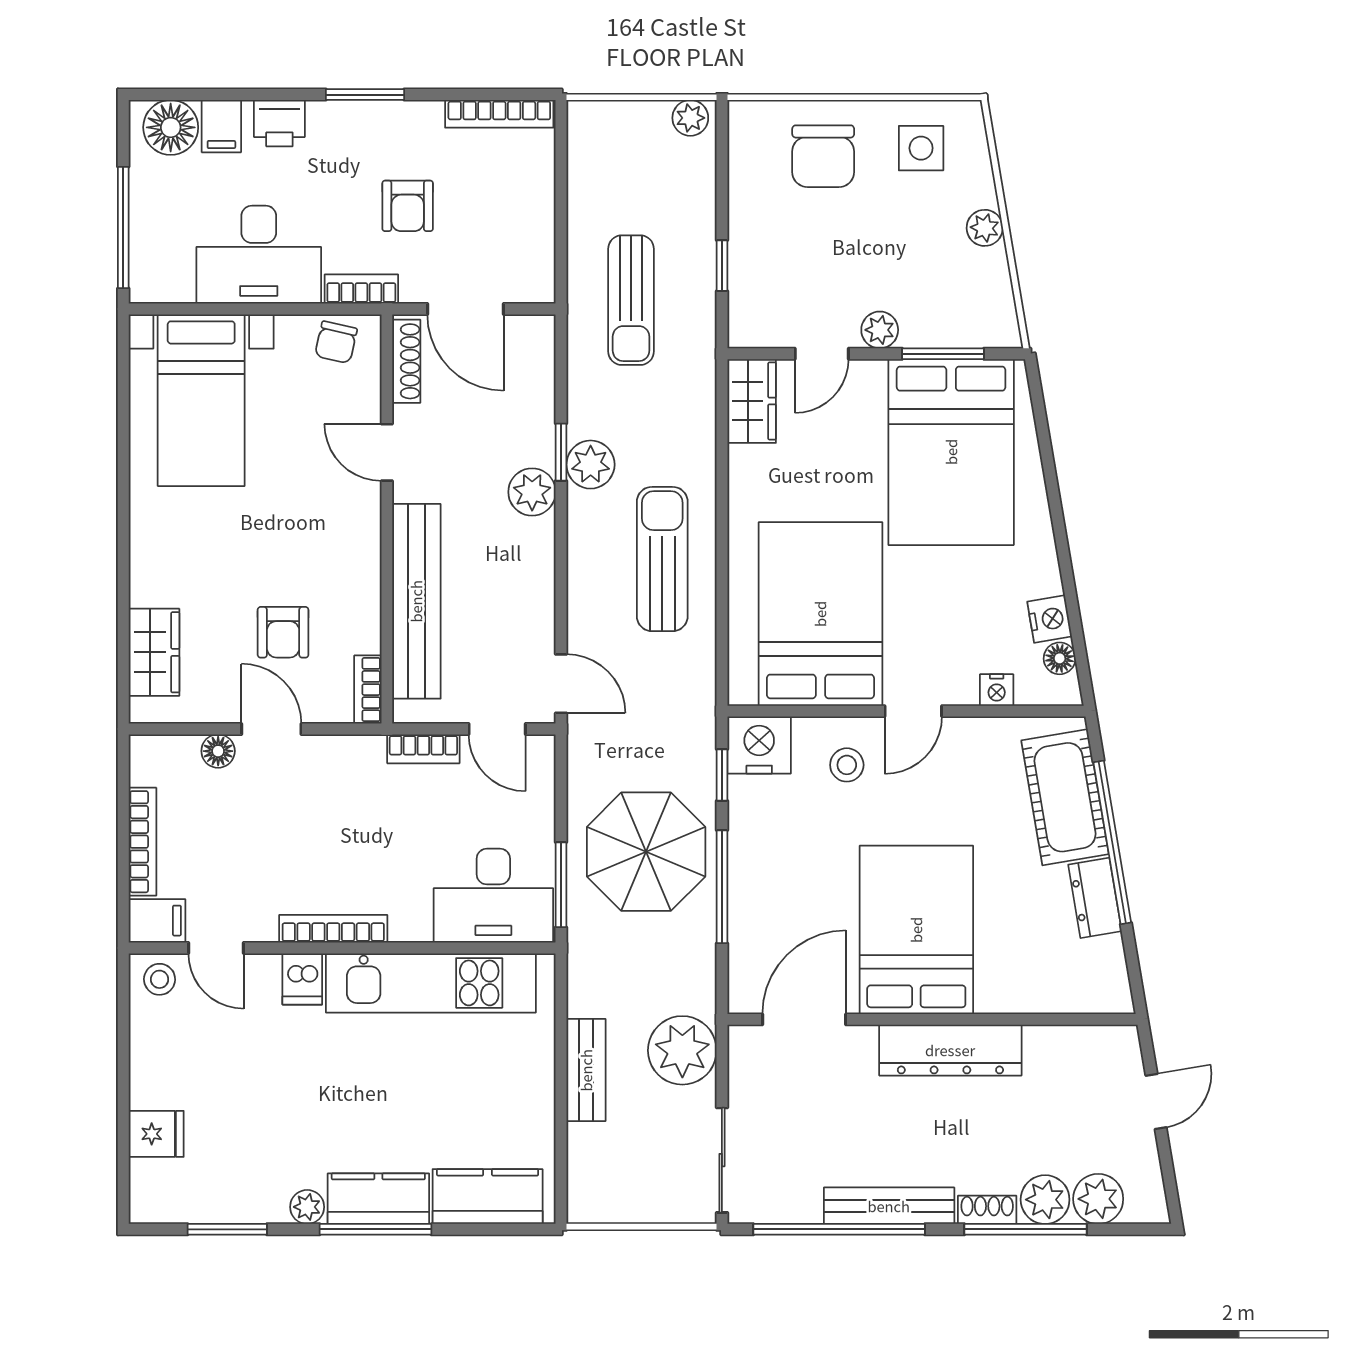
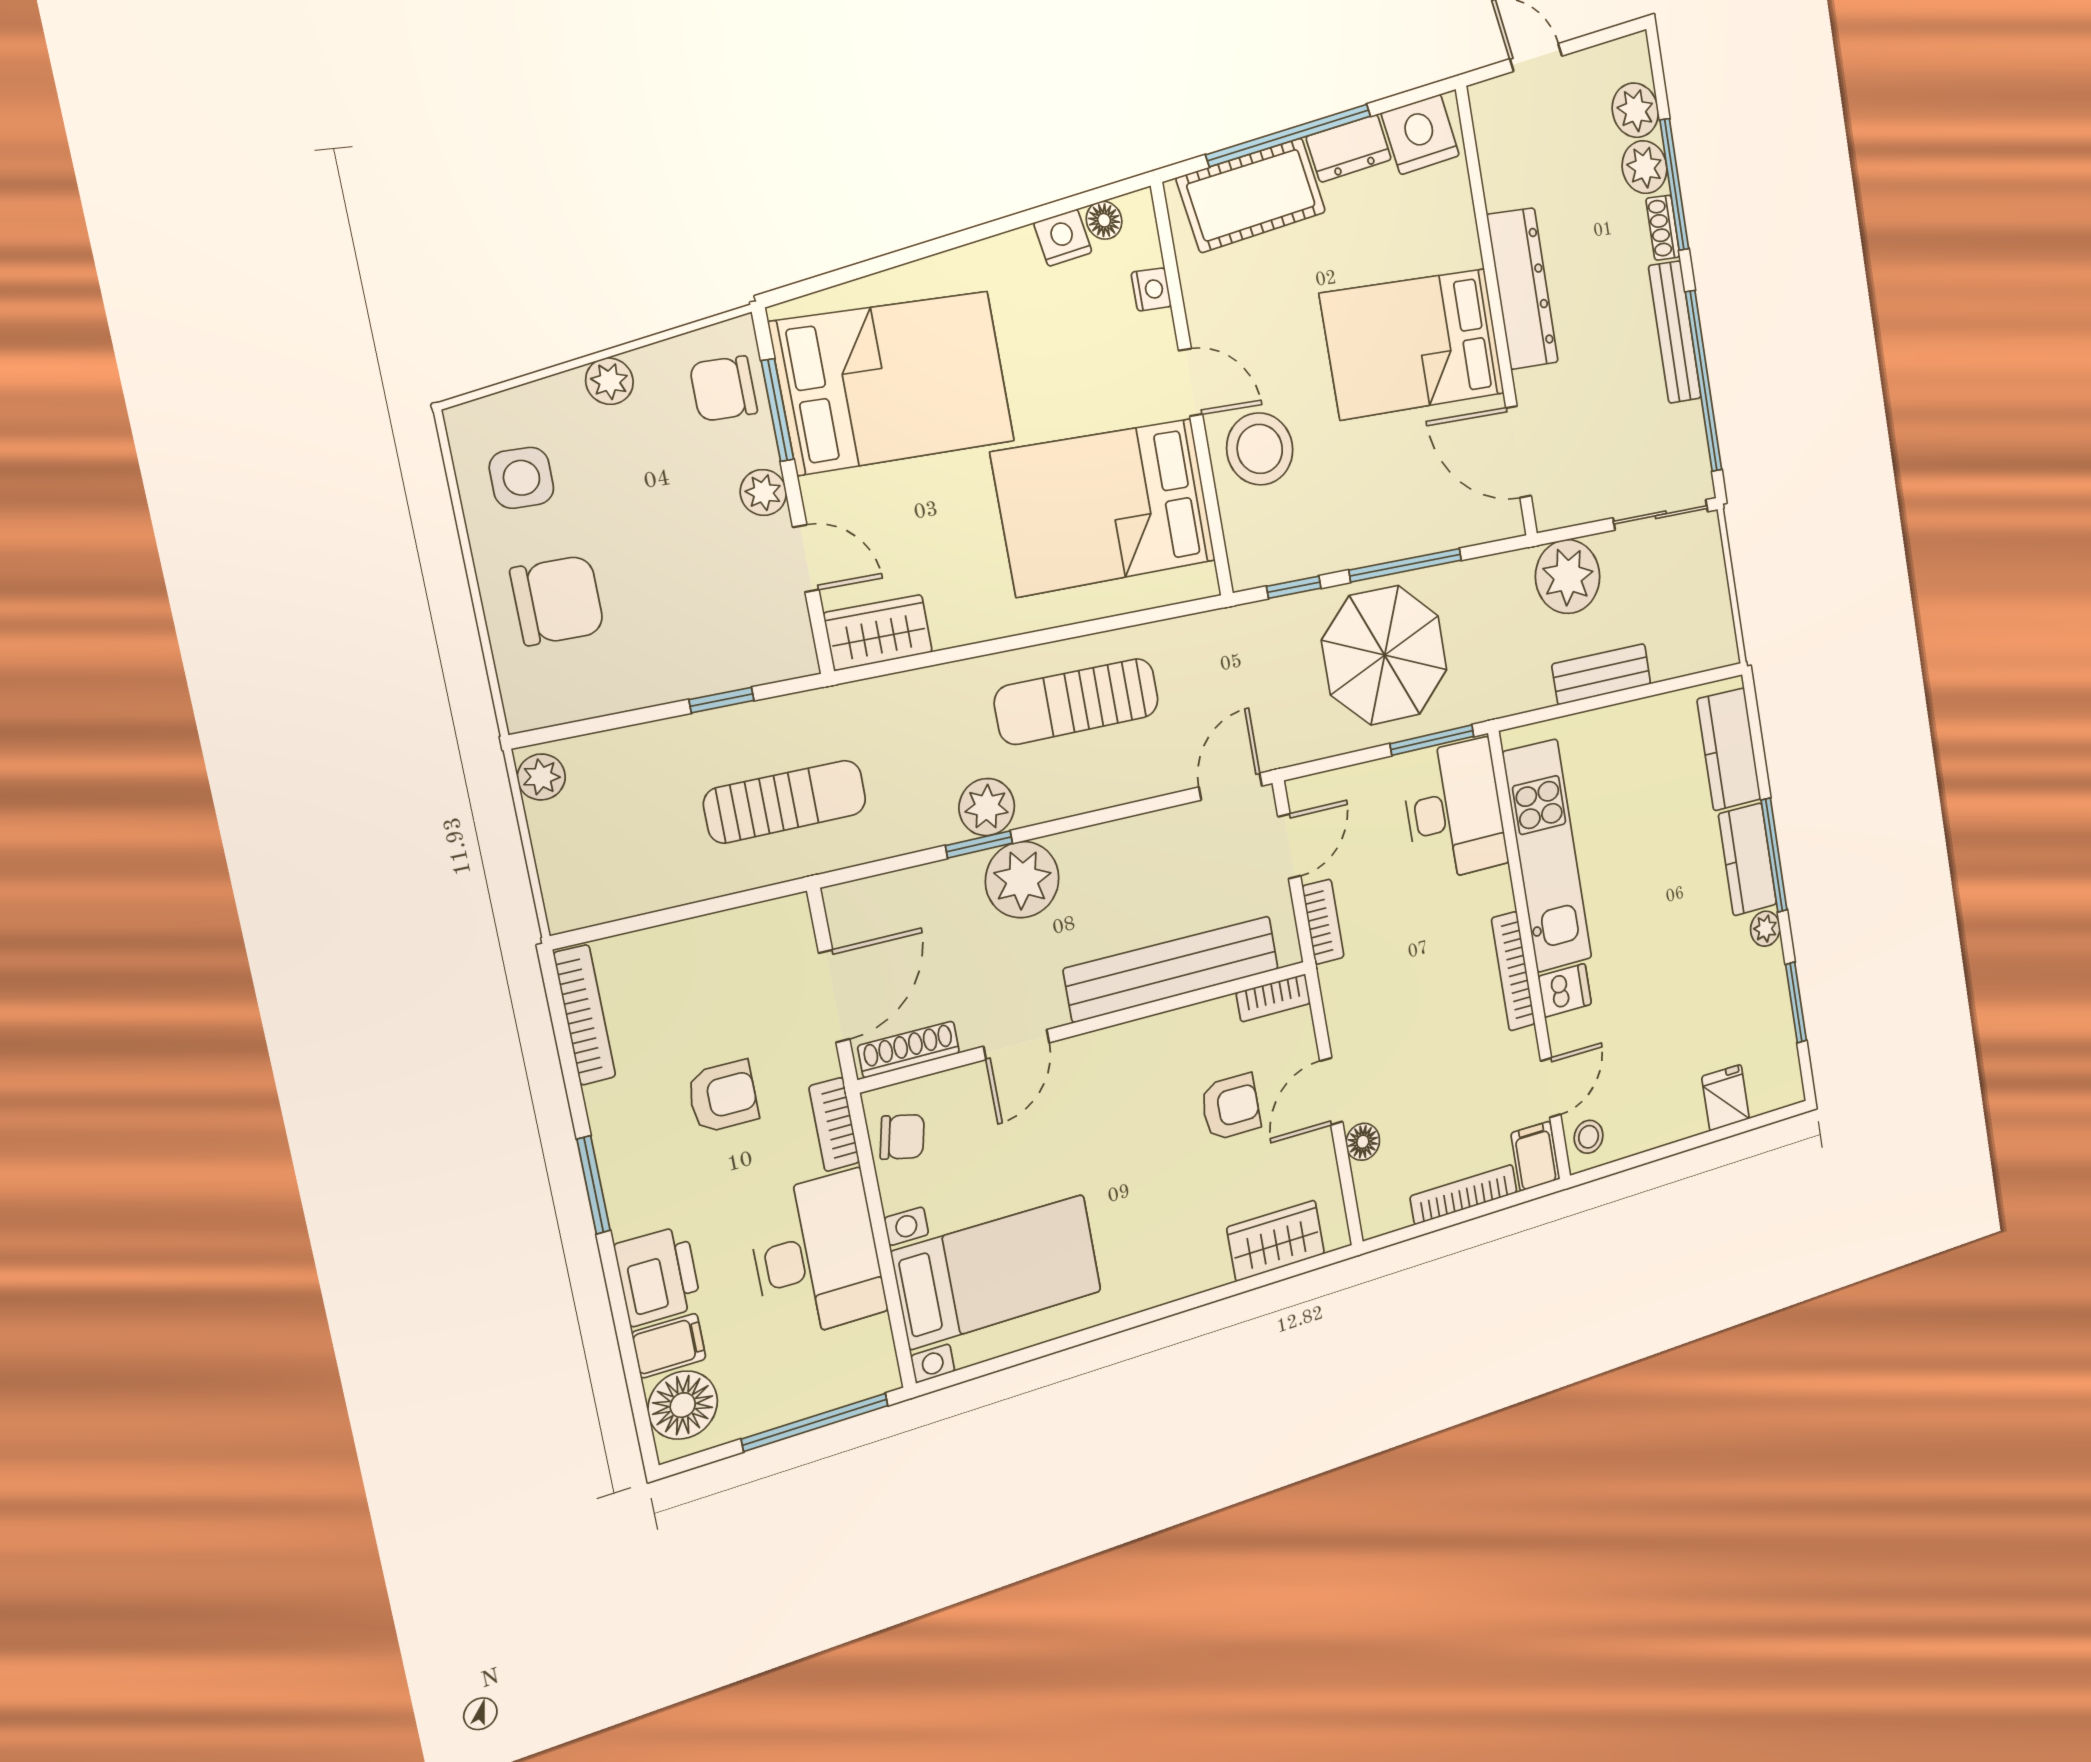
printer: (279, 123) -> (658, 1276), width x1.36, depth x1.24
chair: (966, 314) -> (723, 389), added
plant: (532, 492) -> (1022, 880), width x1.36, depth x1.36
nightstand: (759, 745) -> (1420, 134), moved, turned 80
stool: (847, 765) -> (1260, 449), width x1.89, depth x1.89

